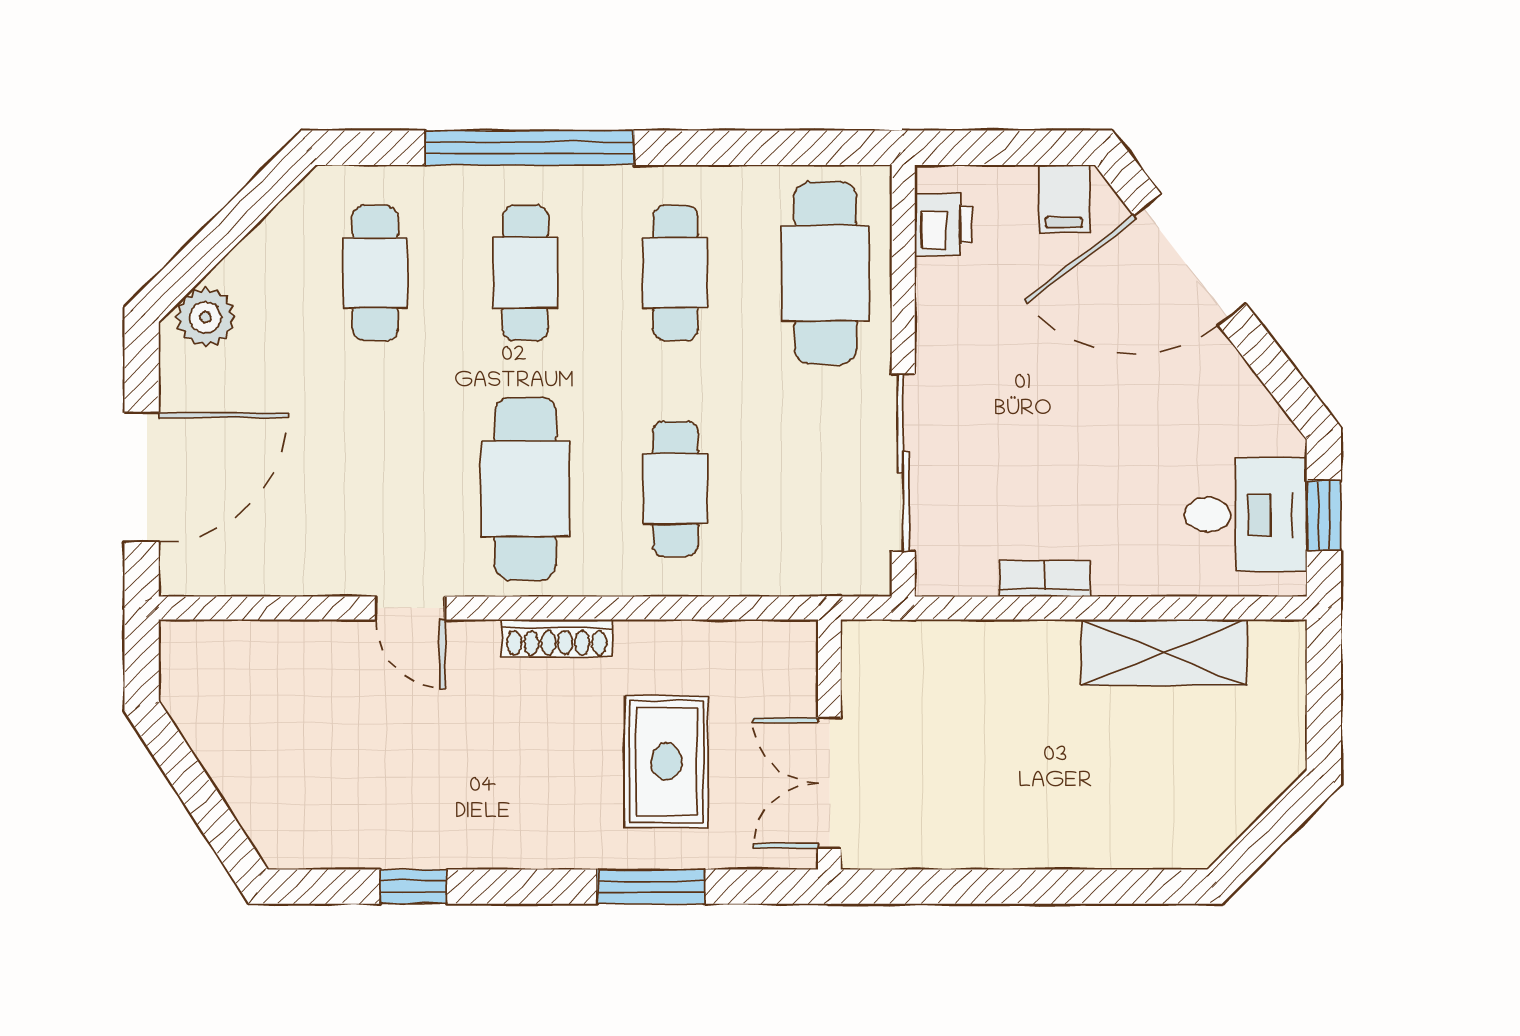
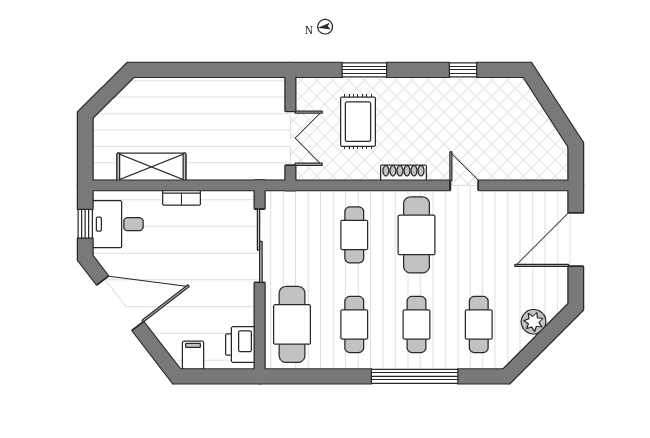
printer: (943, 225) -> (240, 345), width x1.36, depth x1.24
door: (1190, 260) -> (120, 303), moved
plant: (205, 317) -> (534, 322), moved
bookcase: (1045, 578) -> (182, 198), moved
double door: (829, 783) -> (290, 138), moved

